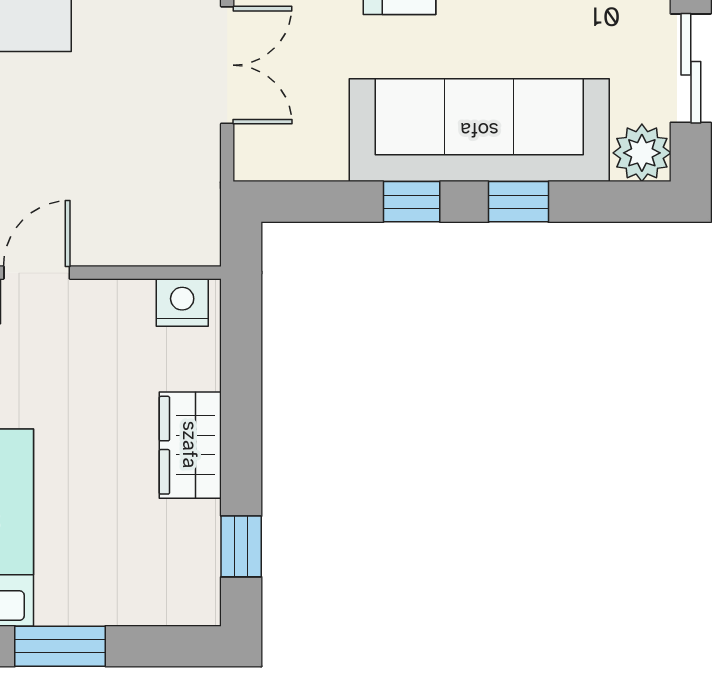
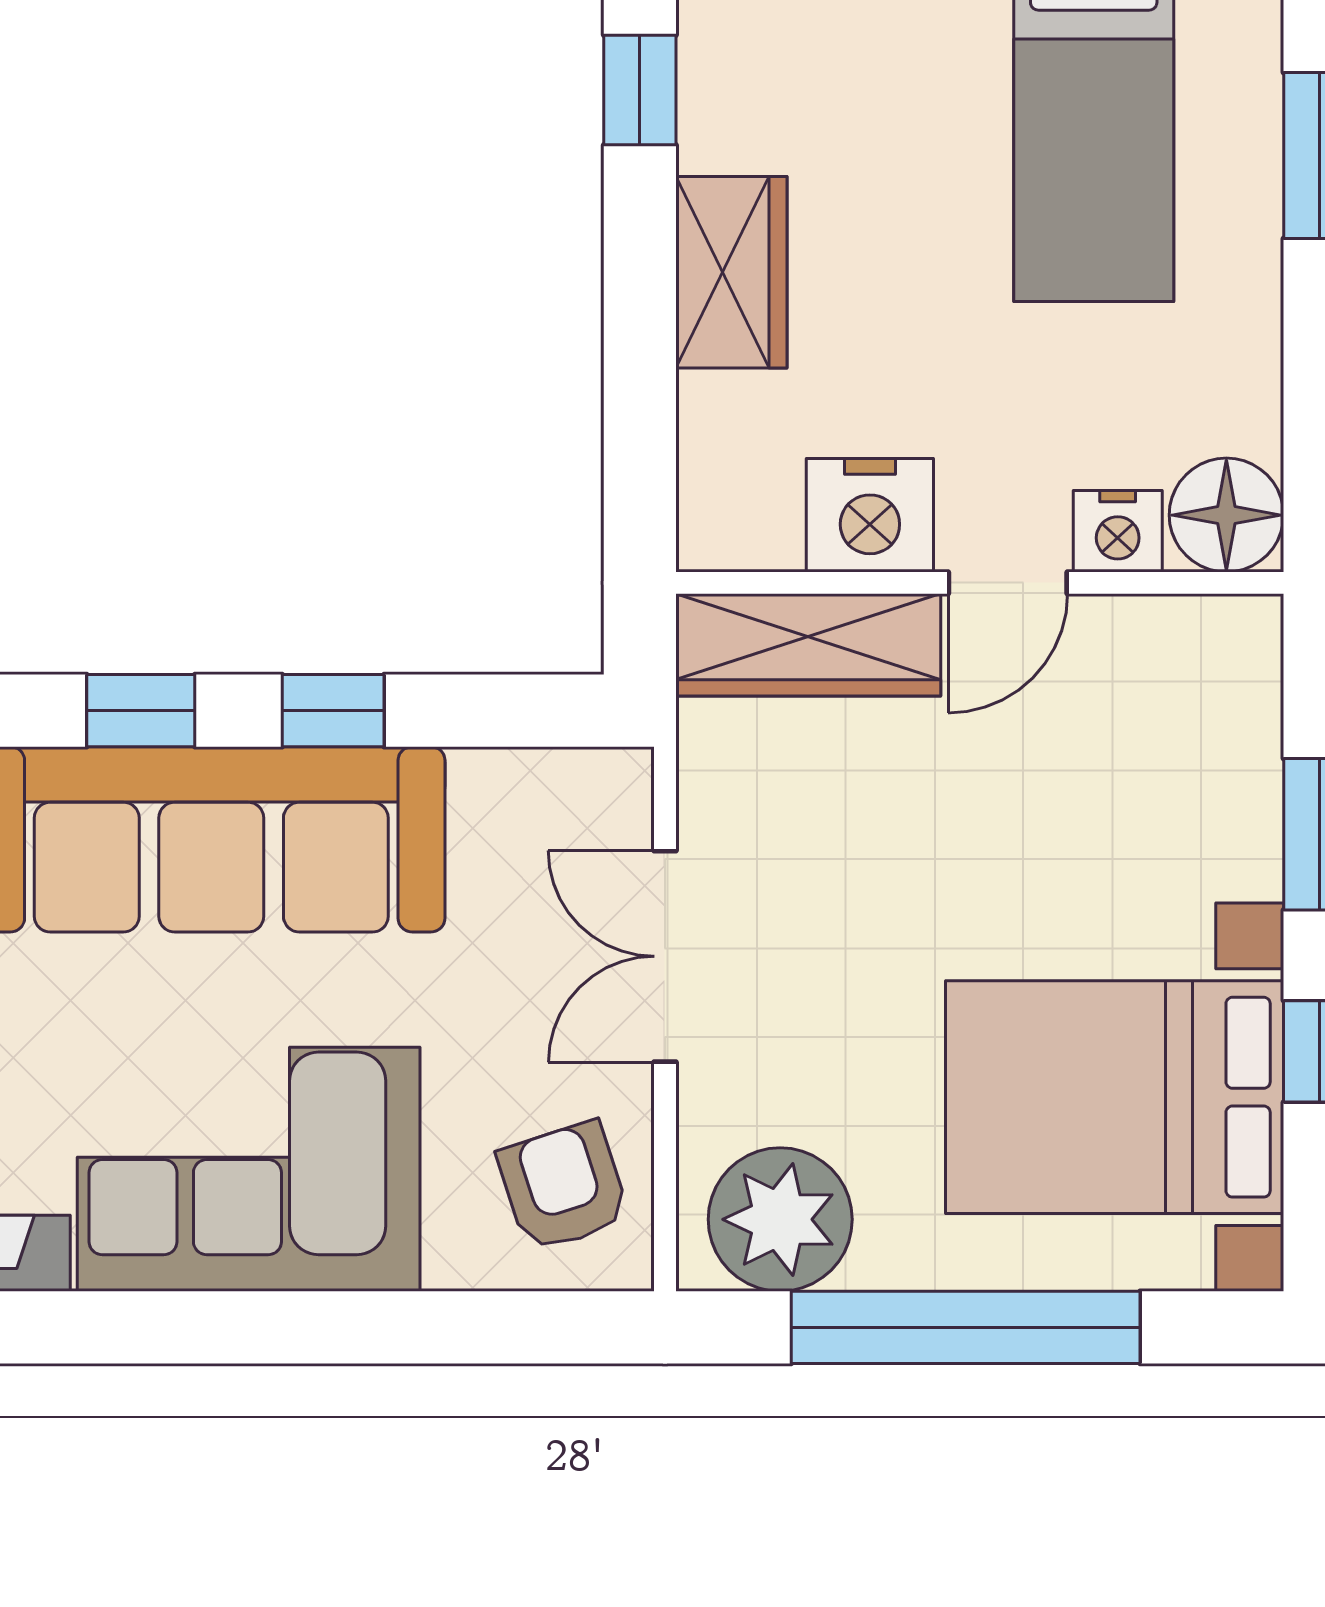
wardrobe: (148, 238) -> (808, 645), added
nightstand: (182, 302) -> (870, 515), moved, width x1.36, depth x1.33

